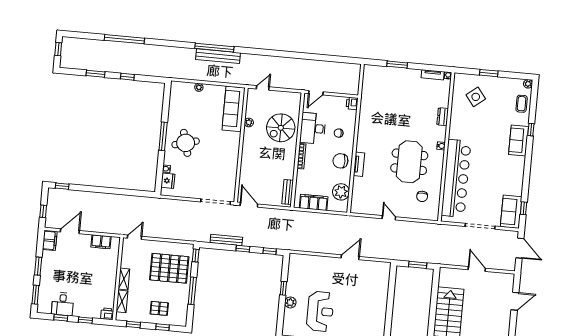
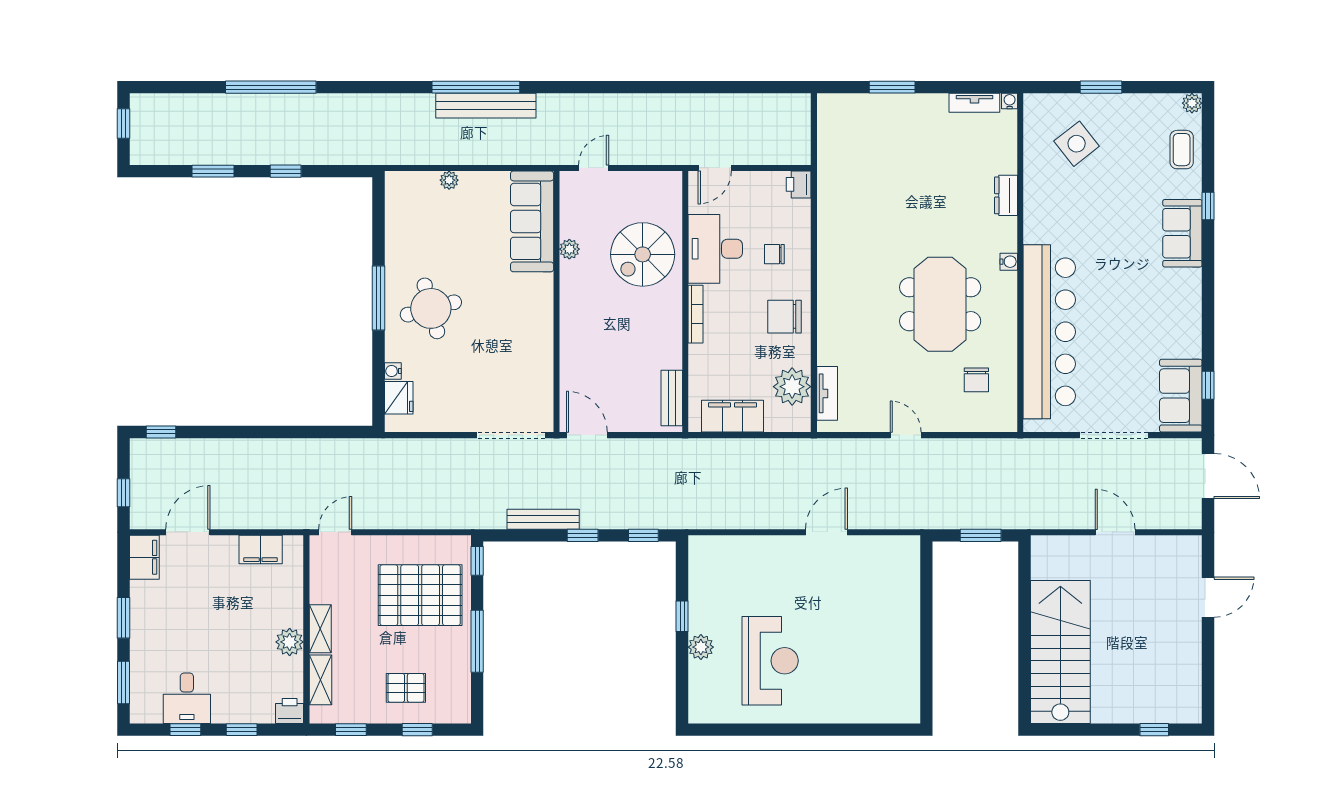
tv unit: (359, 164) -> (827, 393), moved
plant: (110, 284) -> (290, 642), added

